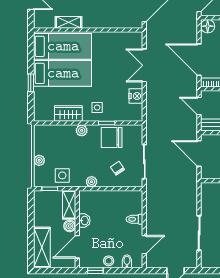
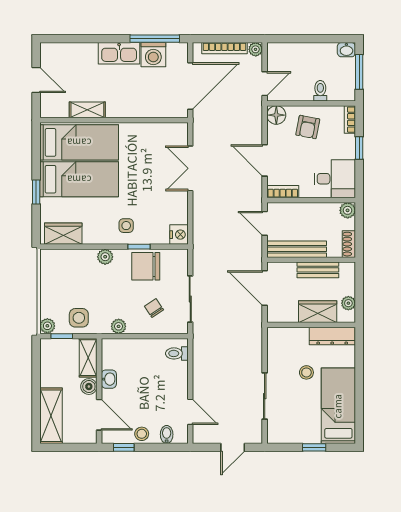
door: (199, 60) -> (265, 160), width x0.73
nightstand: (136, 96) -> (179, 235), moved
wardrobe: (68, 113) -> (63, 234), moved
plant: (39, 160) -> (47, 326), moved
toilet: (134, 219) -> (177, 353), moved
door: (144, 245) -> (190, 412), hinge flipped
door: (77, 247) -> (99, 415), swing flipped

